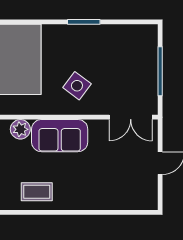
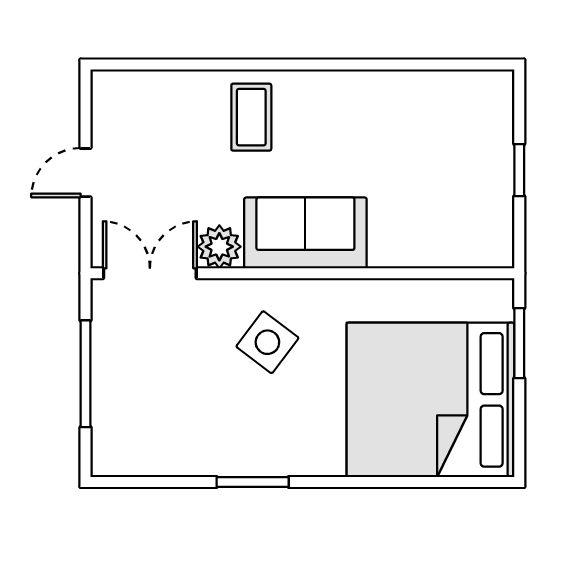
plant: (20, 129) -> (219, 247), moved
coffee table: (37, 192) -> (251, 117), moved, turned 90

